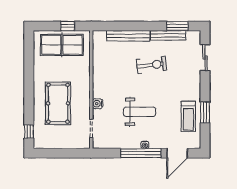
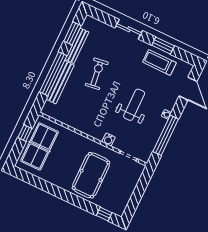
window: (133, 26) -> (53, 74), added
sliding door: (205, 58) -> (129, 29), moved
pool table: (58, 103) -> (91, 175), turned 90
treadmill: (188, 116) -> (159, 62), turned 180
window: (141, 153) -> (166, 135), moved

